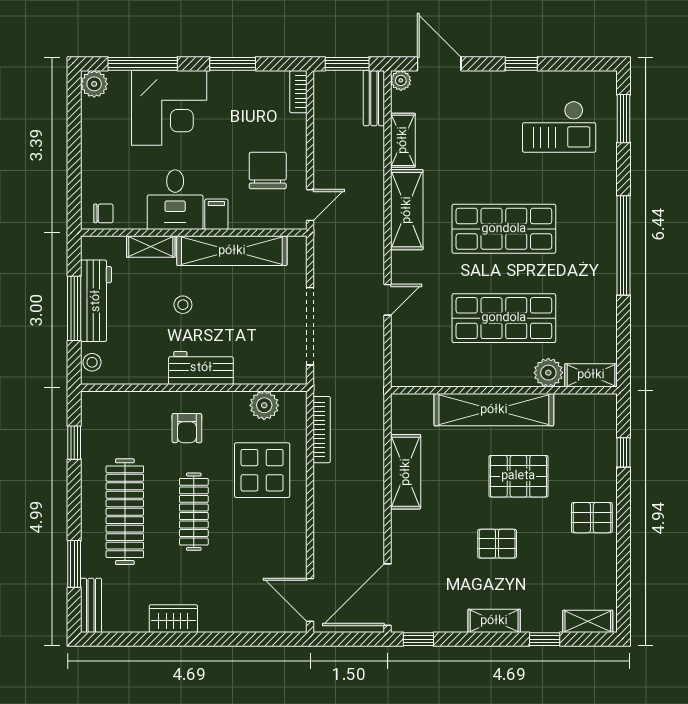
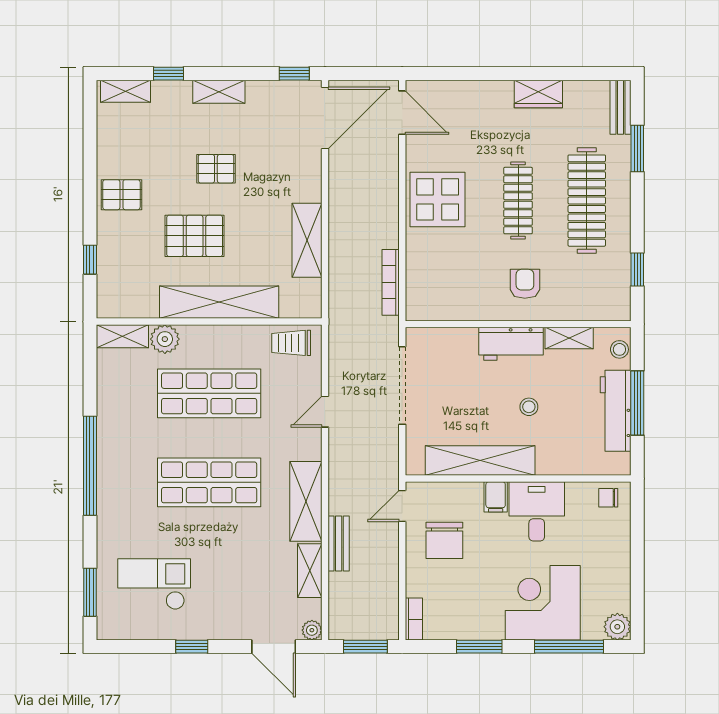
bench: (374, 98) -> (339, 543), moved
shelving: (151, 247) -> (569, 338), moved
trolley: (421, 369) -> (291, 343), added
plant: (264, 405) -> (448, 307), removed
display table: (262, 470) -> (438, 199), moved

